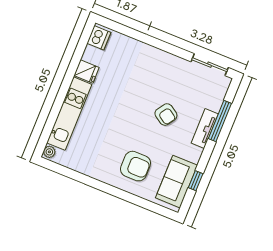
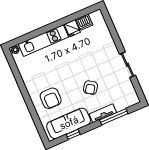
dishwasher: (99, 38) -> (84, 22), moved
sliding door: (210, 65) -> (128, 65), moved
sofa: (176, 182) -> (69, 123), width x1.36

